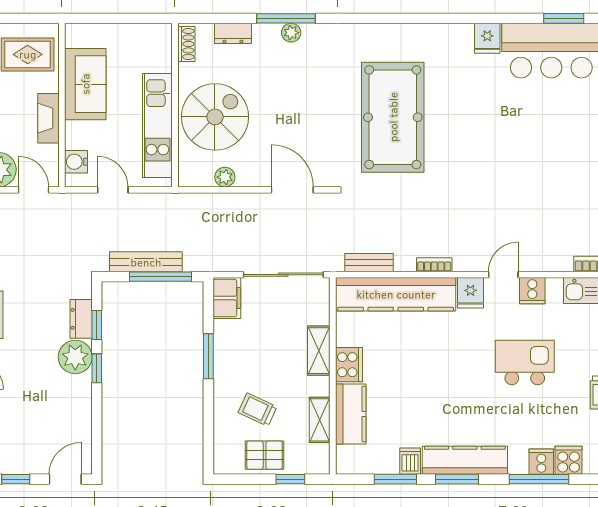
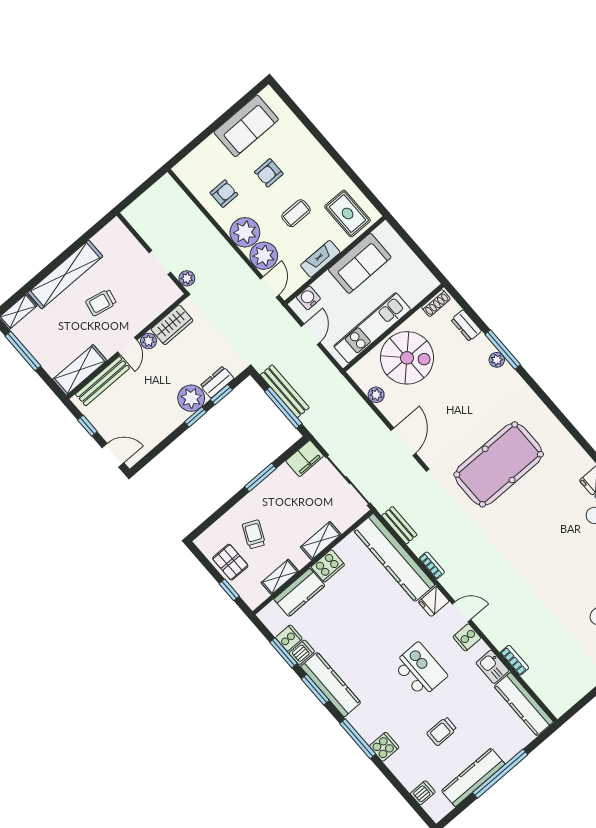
cooker: (541, 462) -> (289, 638), moved

